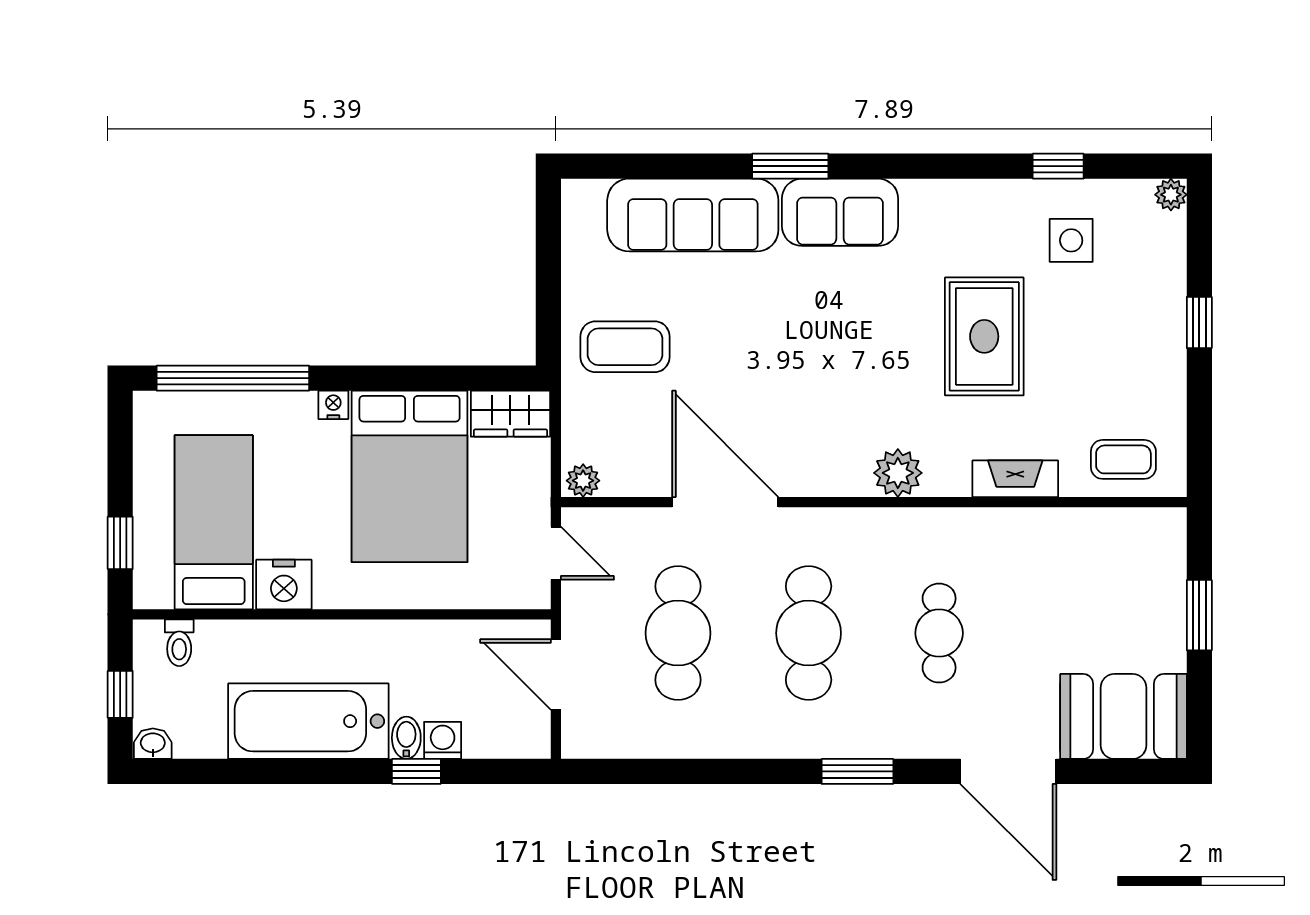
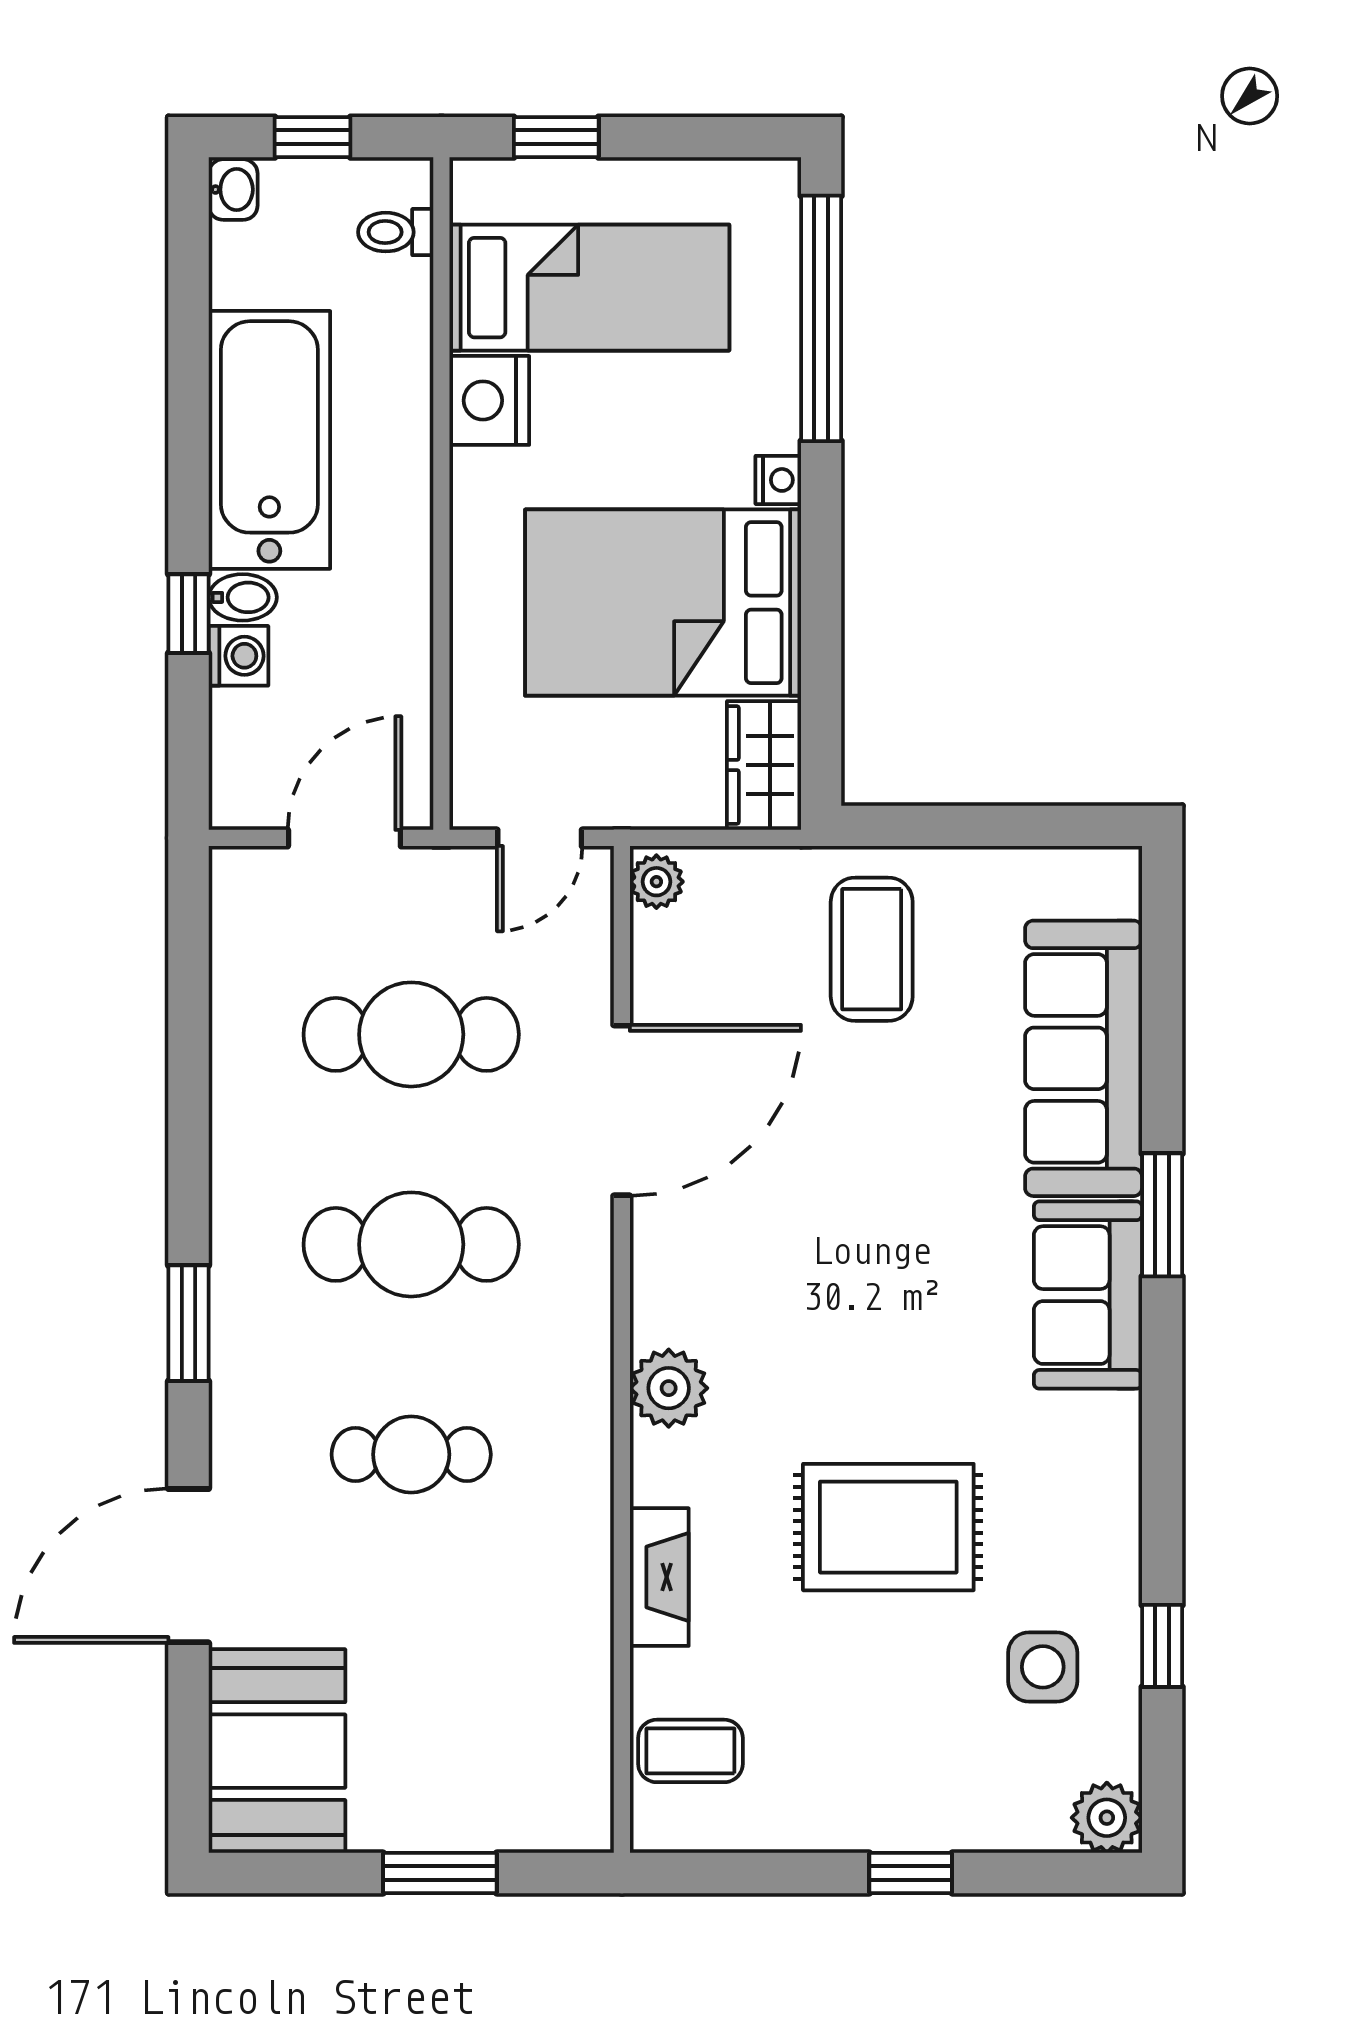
plant: (1171, 195) -> (1107, 1818), width x1.38, depth x1.38
coffee table: (1123, 459) -> (690, 1751), turned 90

